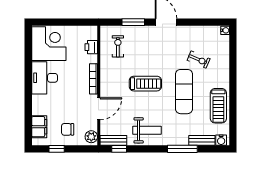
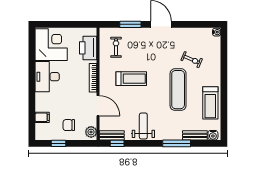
printer: (91, 47) -> (88, 48), width x1.87, depth x1.48
treadmill: (145, 84) -> (131, 79), moved
door: (99, 109) -> (98, 106), hinge flipped
filing cabinet: (39, 127) -> (42, 117), width x0.50
weight bench: (147, 130) -> (143, 126), turned -90

